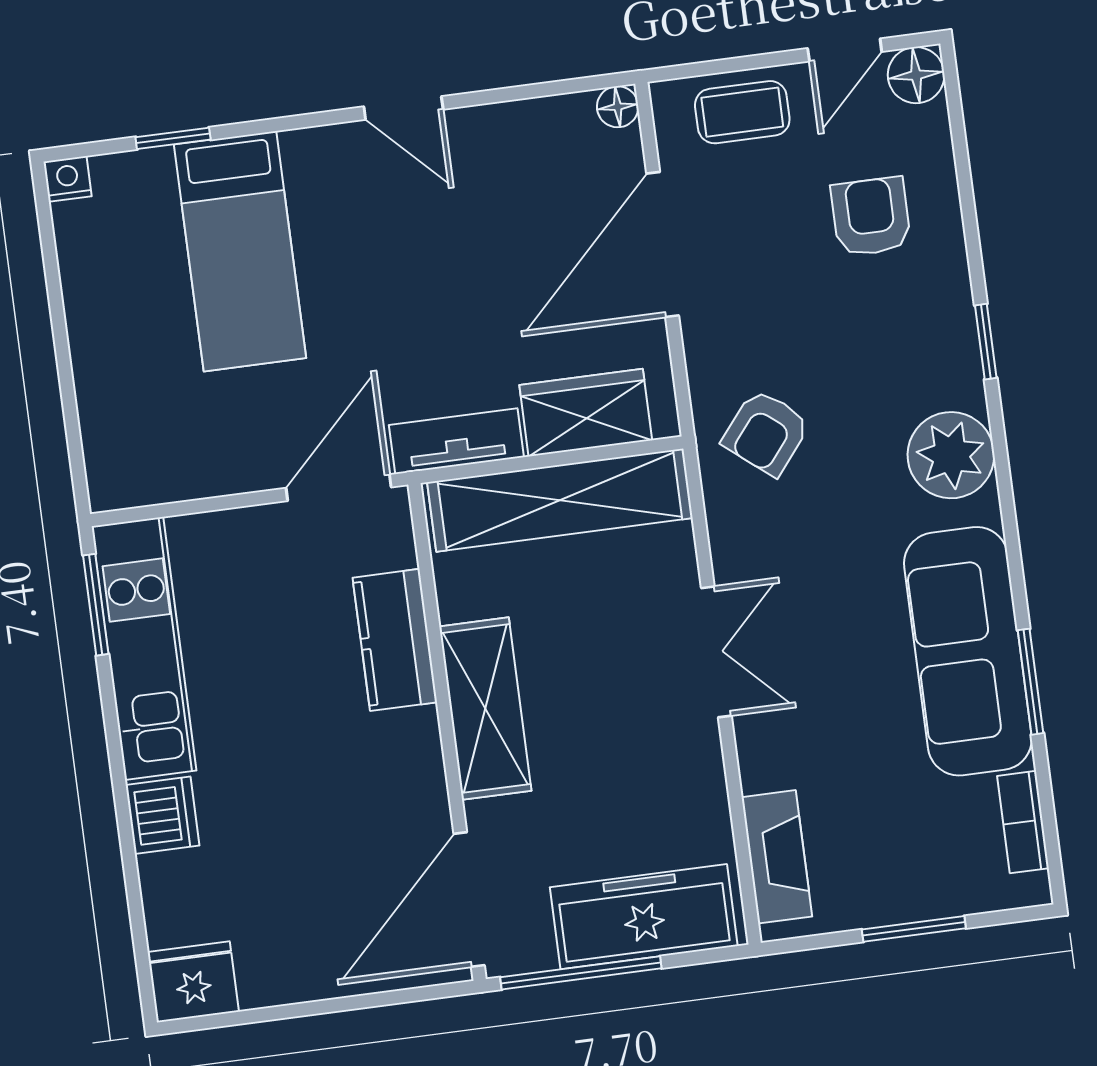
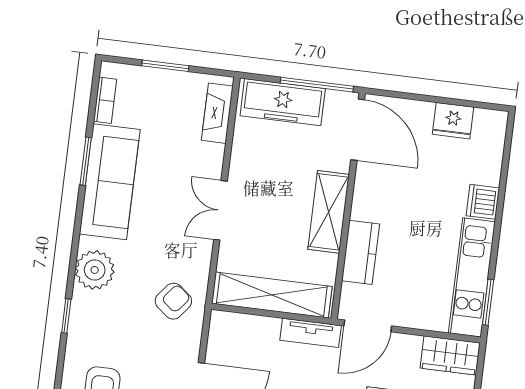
wardrobe: (586, 413) -> (450, 355), moved
door: (469, 899) -> (358, 130), hinge flipped
fridge: (193, 982) -> (453, 121), moved

